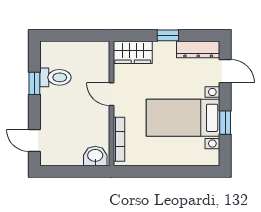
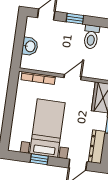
window: (34, 83) -> (75, 19), moved
washbasin: (95, 156) -> (30, 46), moved

